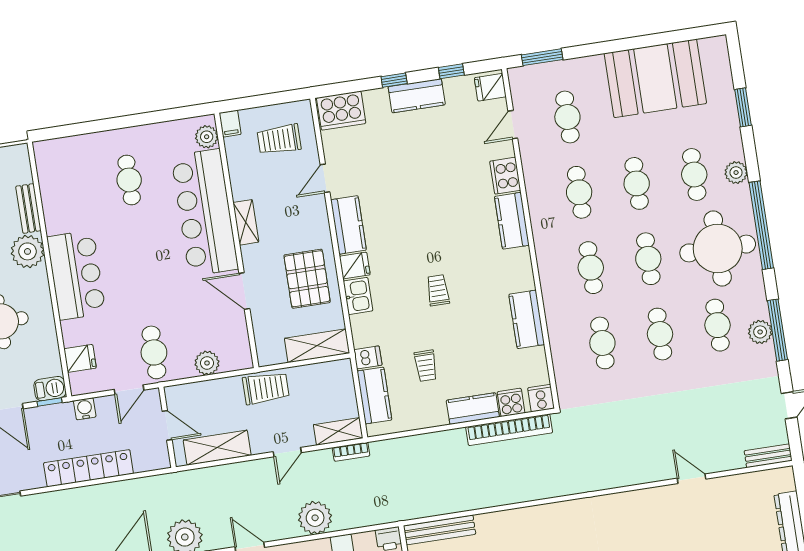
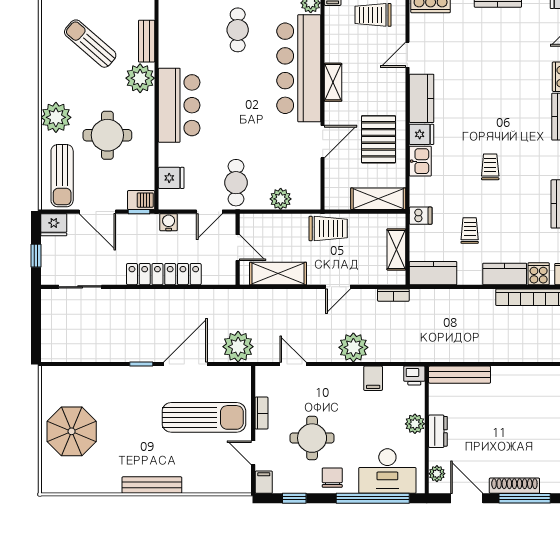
door: (244, 291) -> (323, 142), swing flipped
trolley: (426, 366) -> (470, 231), turned 180
kitchen counter: (374, 395) -> (433, 273), moved, turned -90
shelving: (338, 431) -> (396, 249), moved, turned 90

